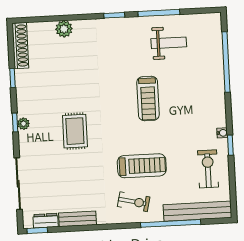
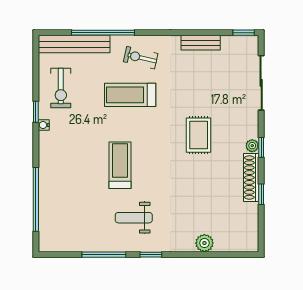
weight bench: (169, 43) -> (134, 218), moved
shoe rack: (20, 46) -> (251, 178), moved
dresser: (46, 221) -> (234, 42), removed

